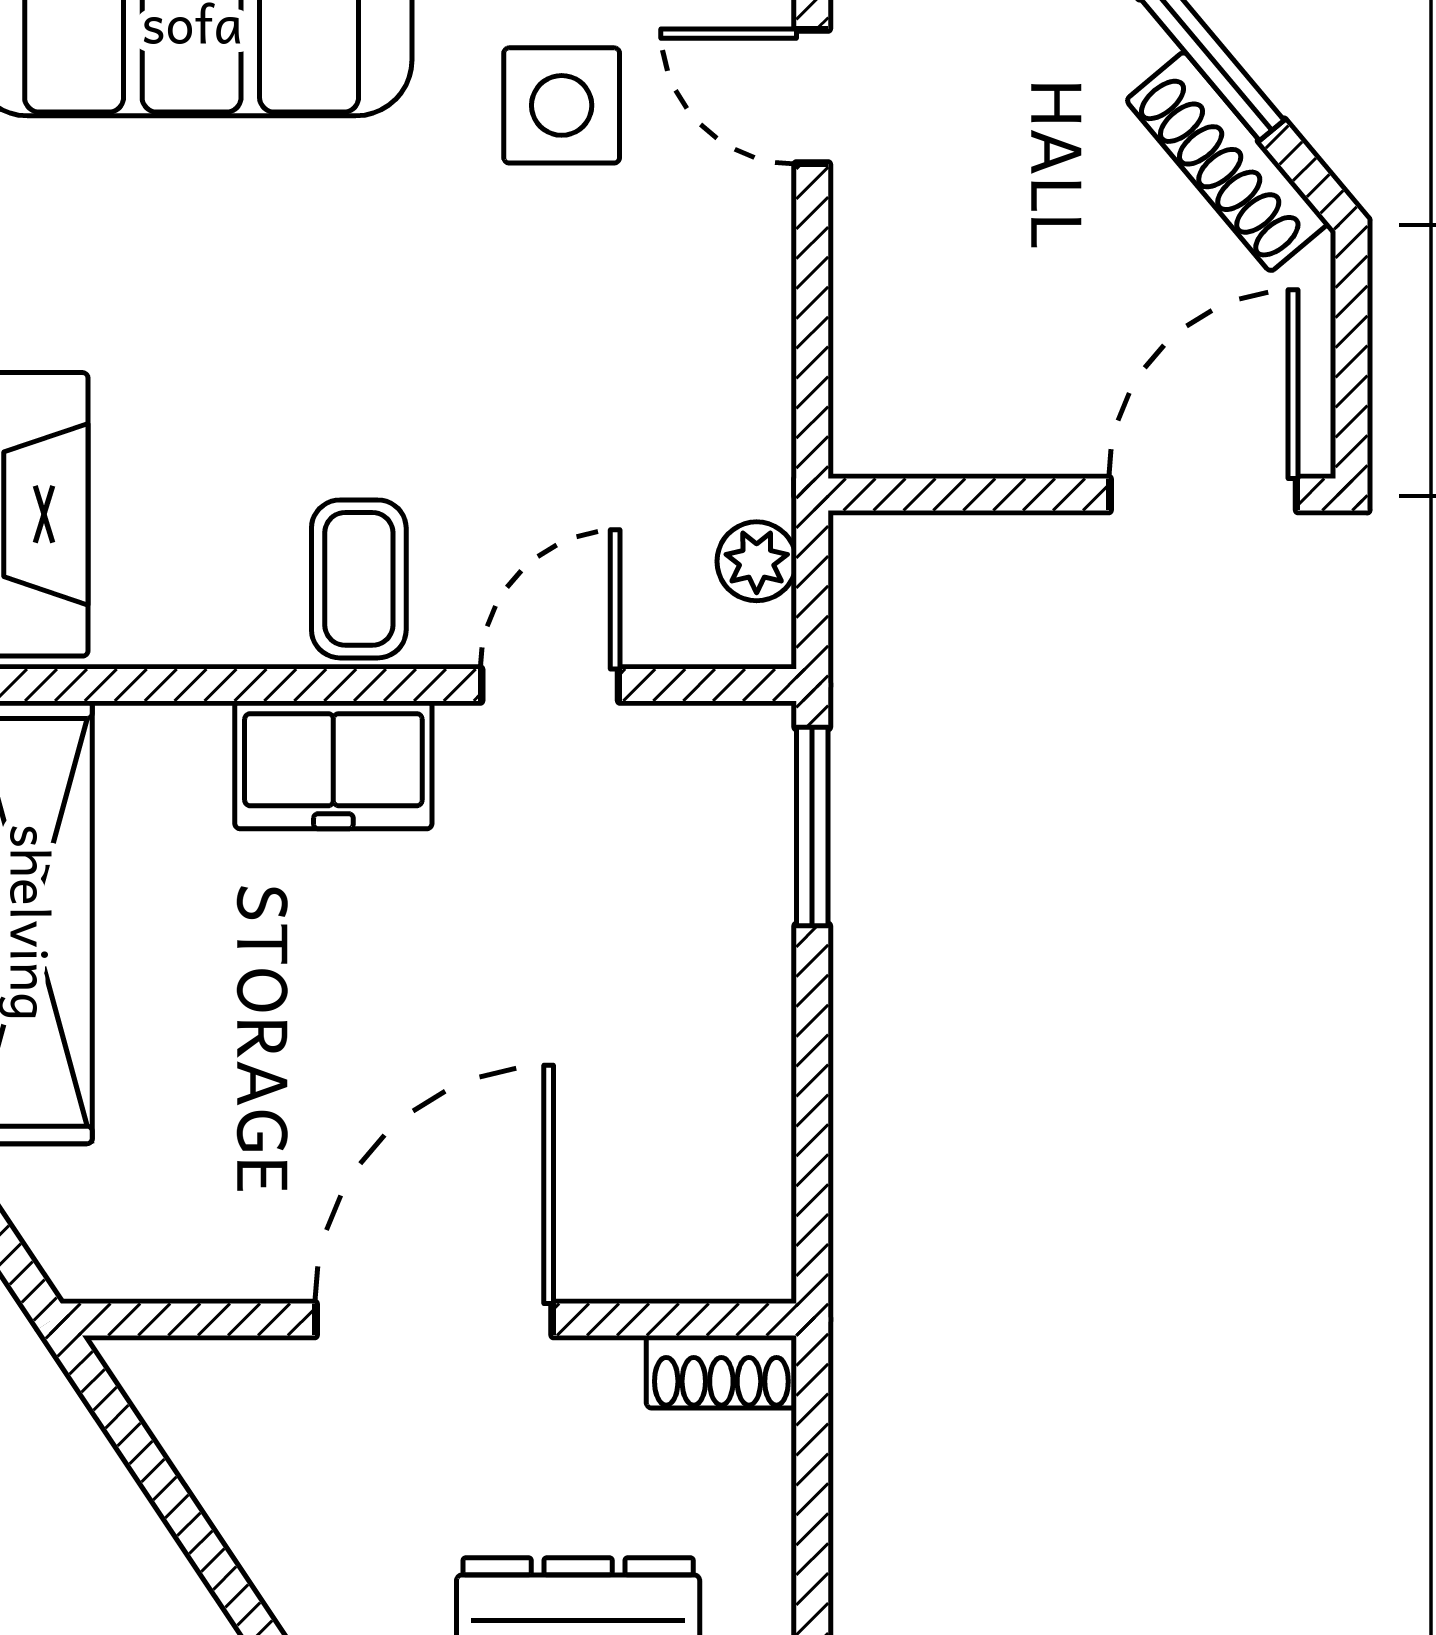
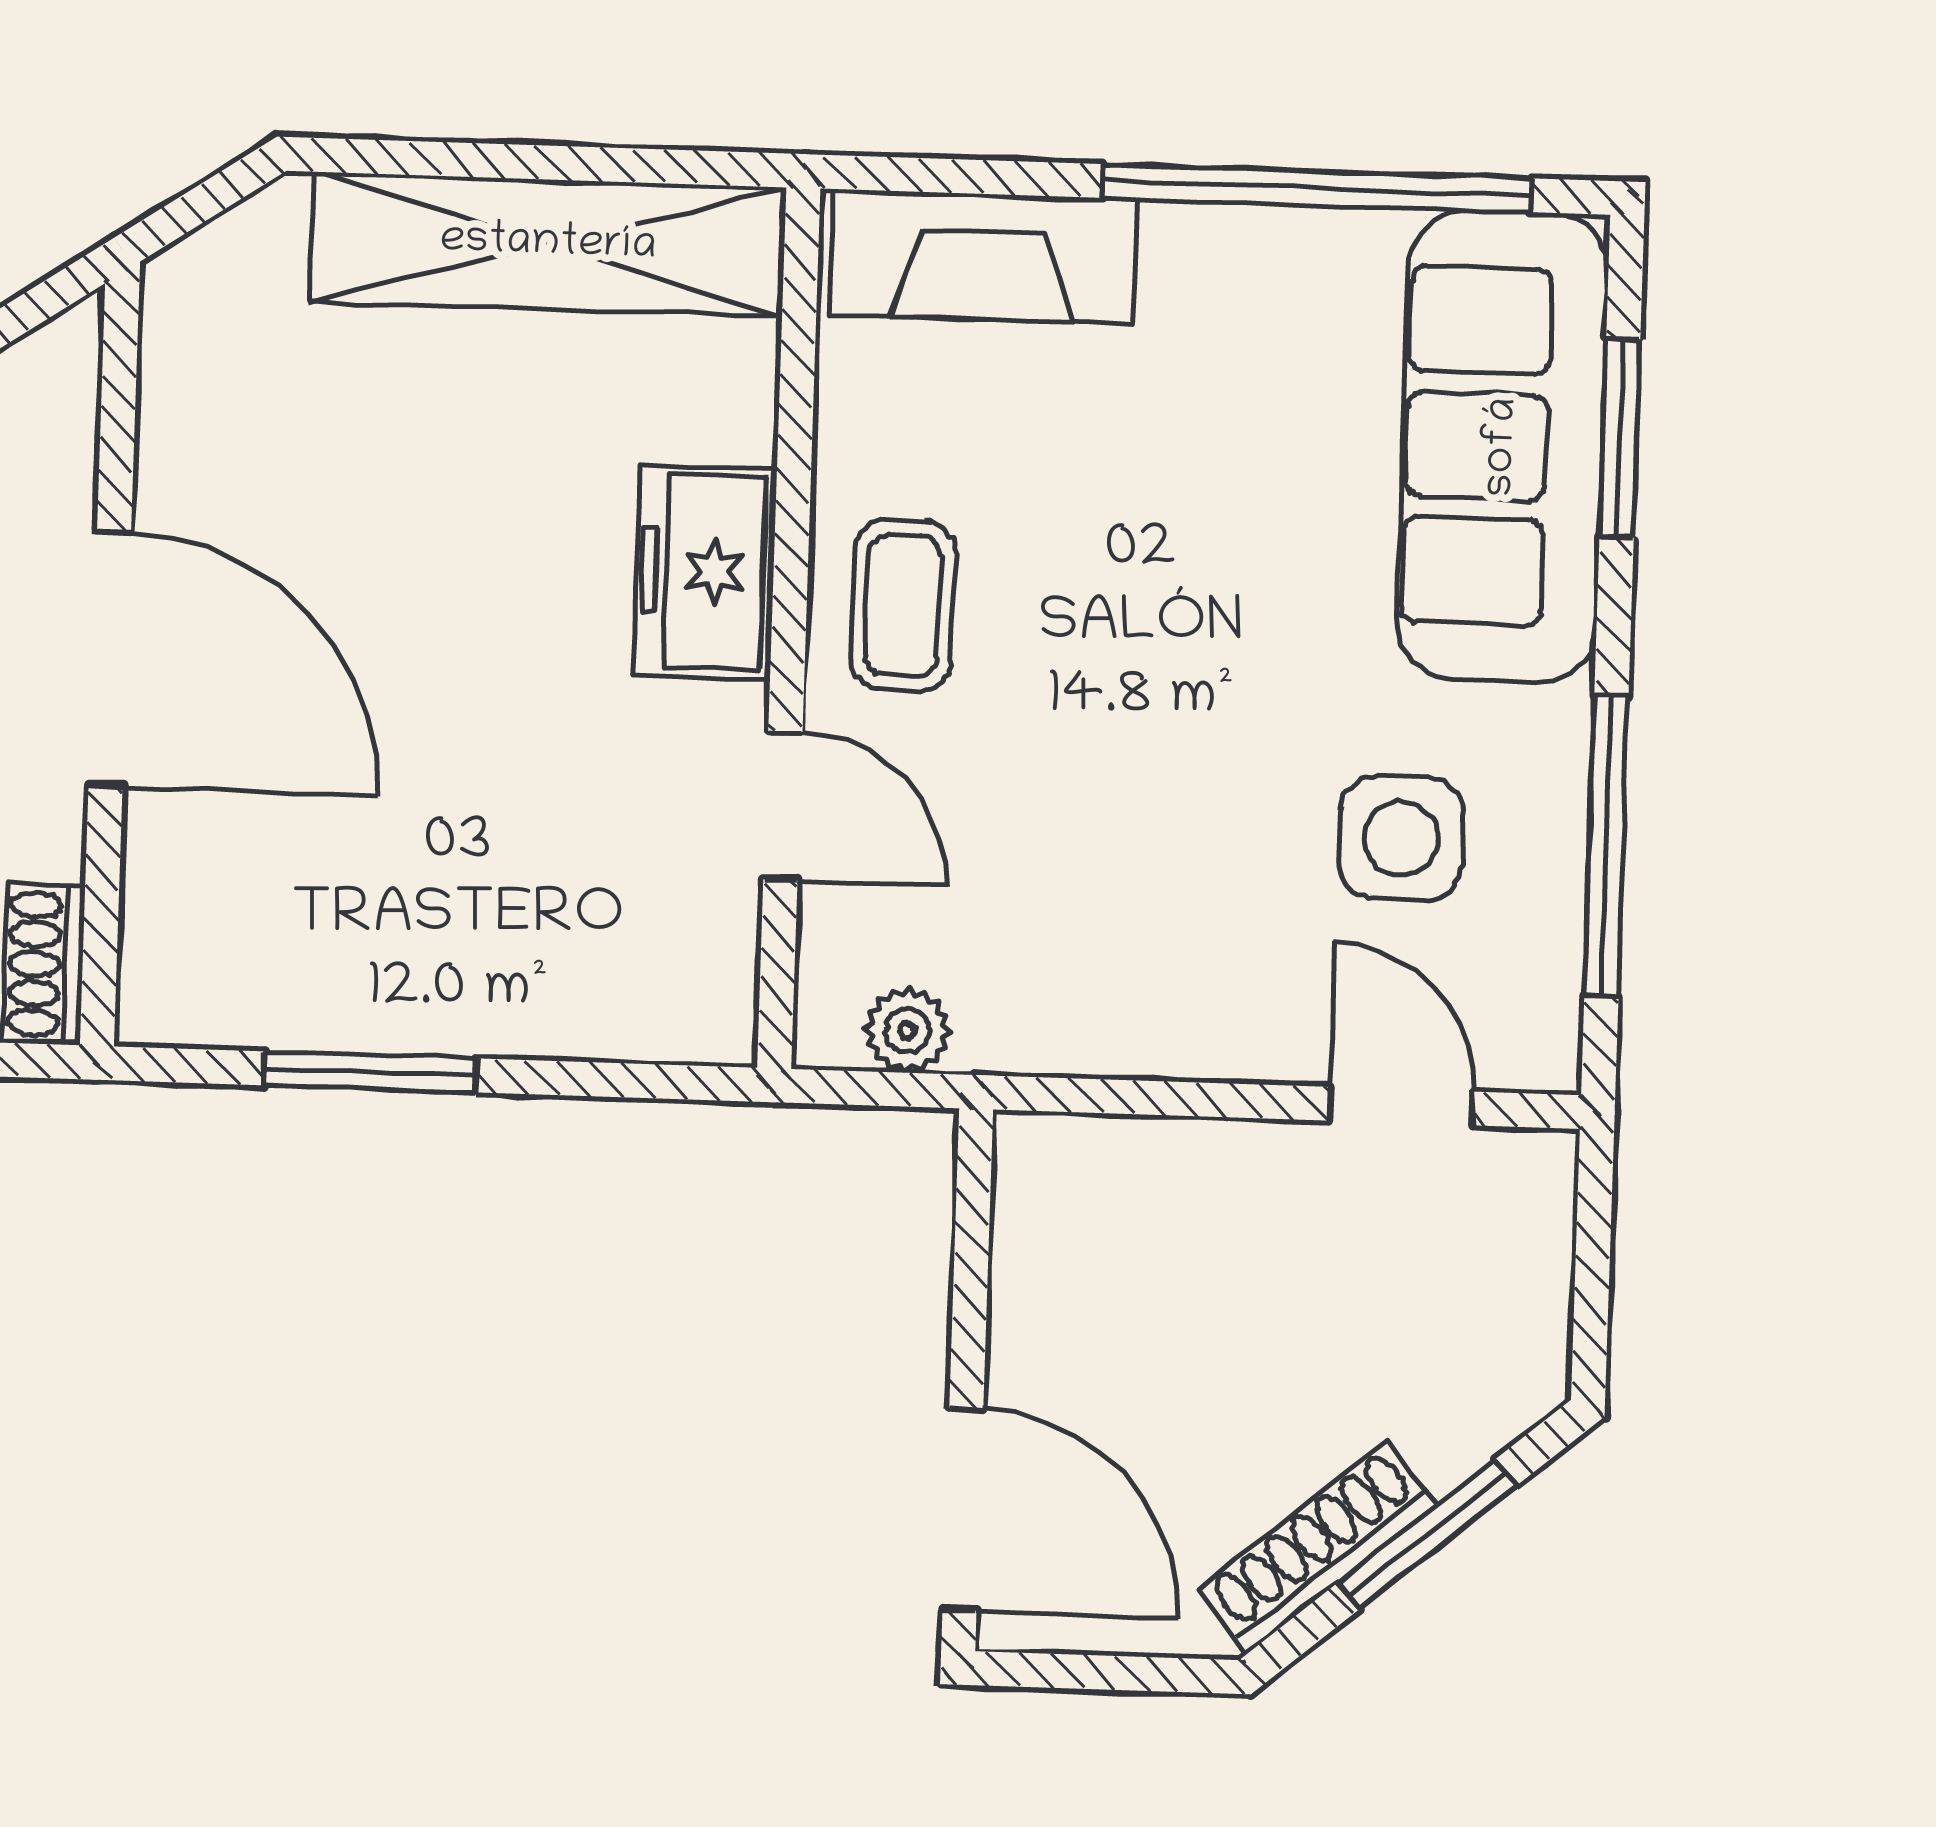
door: (812, 97) -> (1401, 1106), hinge flipped
coffee table: (359, 579) -> (903, 605), turned 90
window: (812, 827) -> (370, 1072), moved

